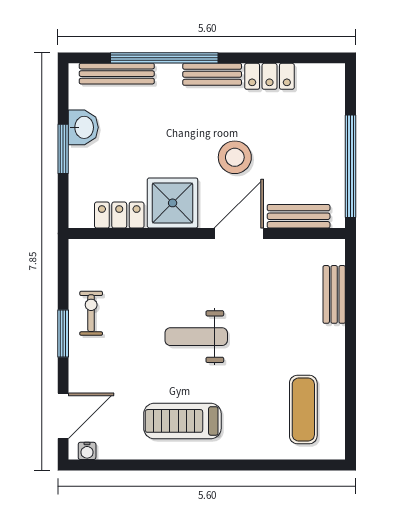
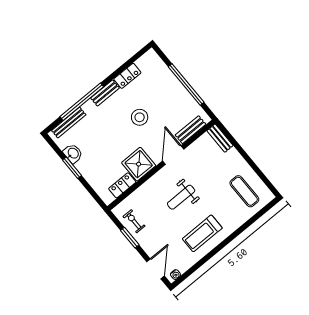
shower: (173, 203) -> (139, 164), moved
locker: (119, 215) -> (122, 185), moved
bench: (299, 216) -> (190, 130), moved
wall: (207, 233) -> (161, 165), moved
door: (239, 233) -> (173, 155), moved

